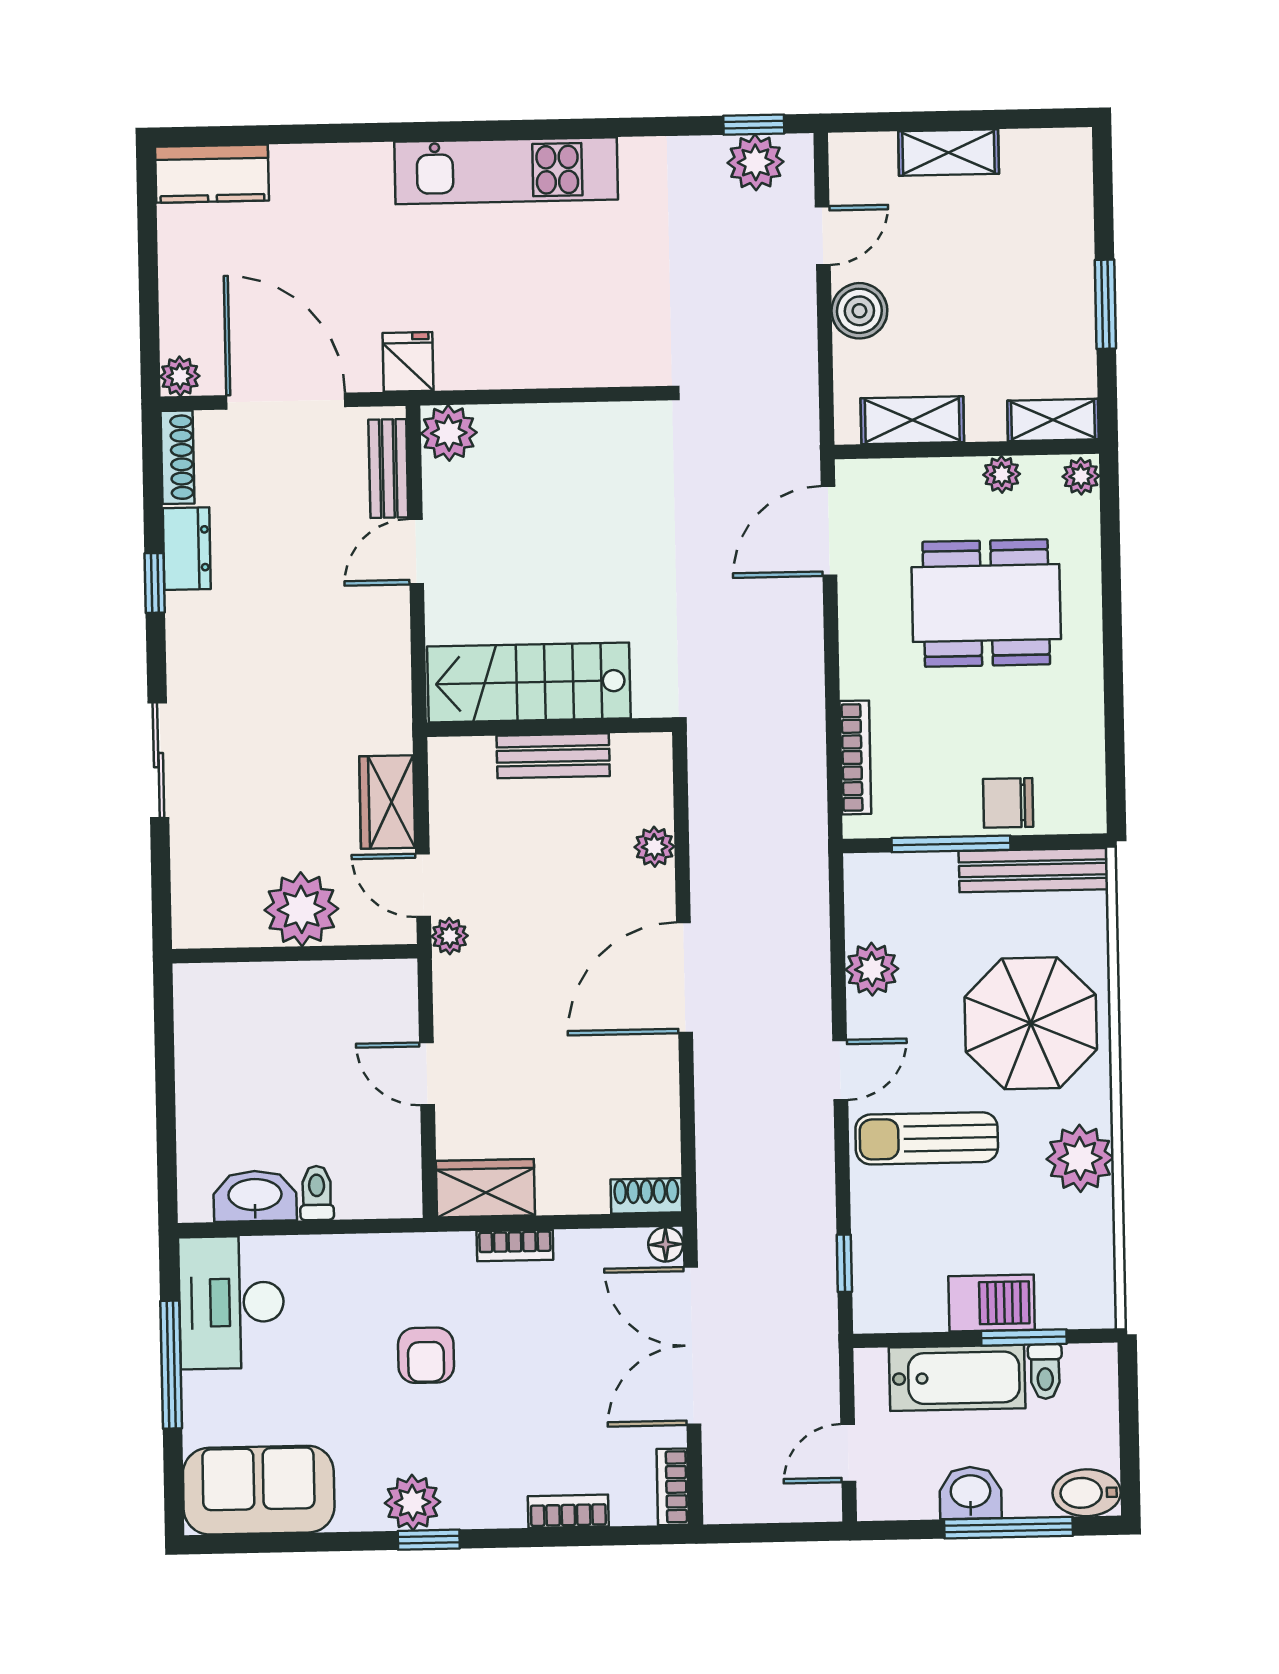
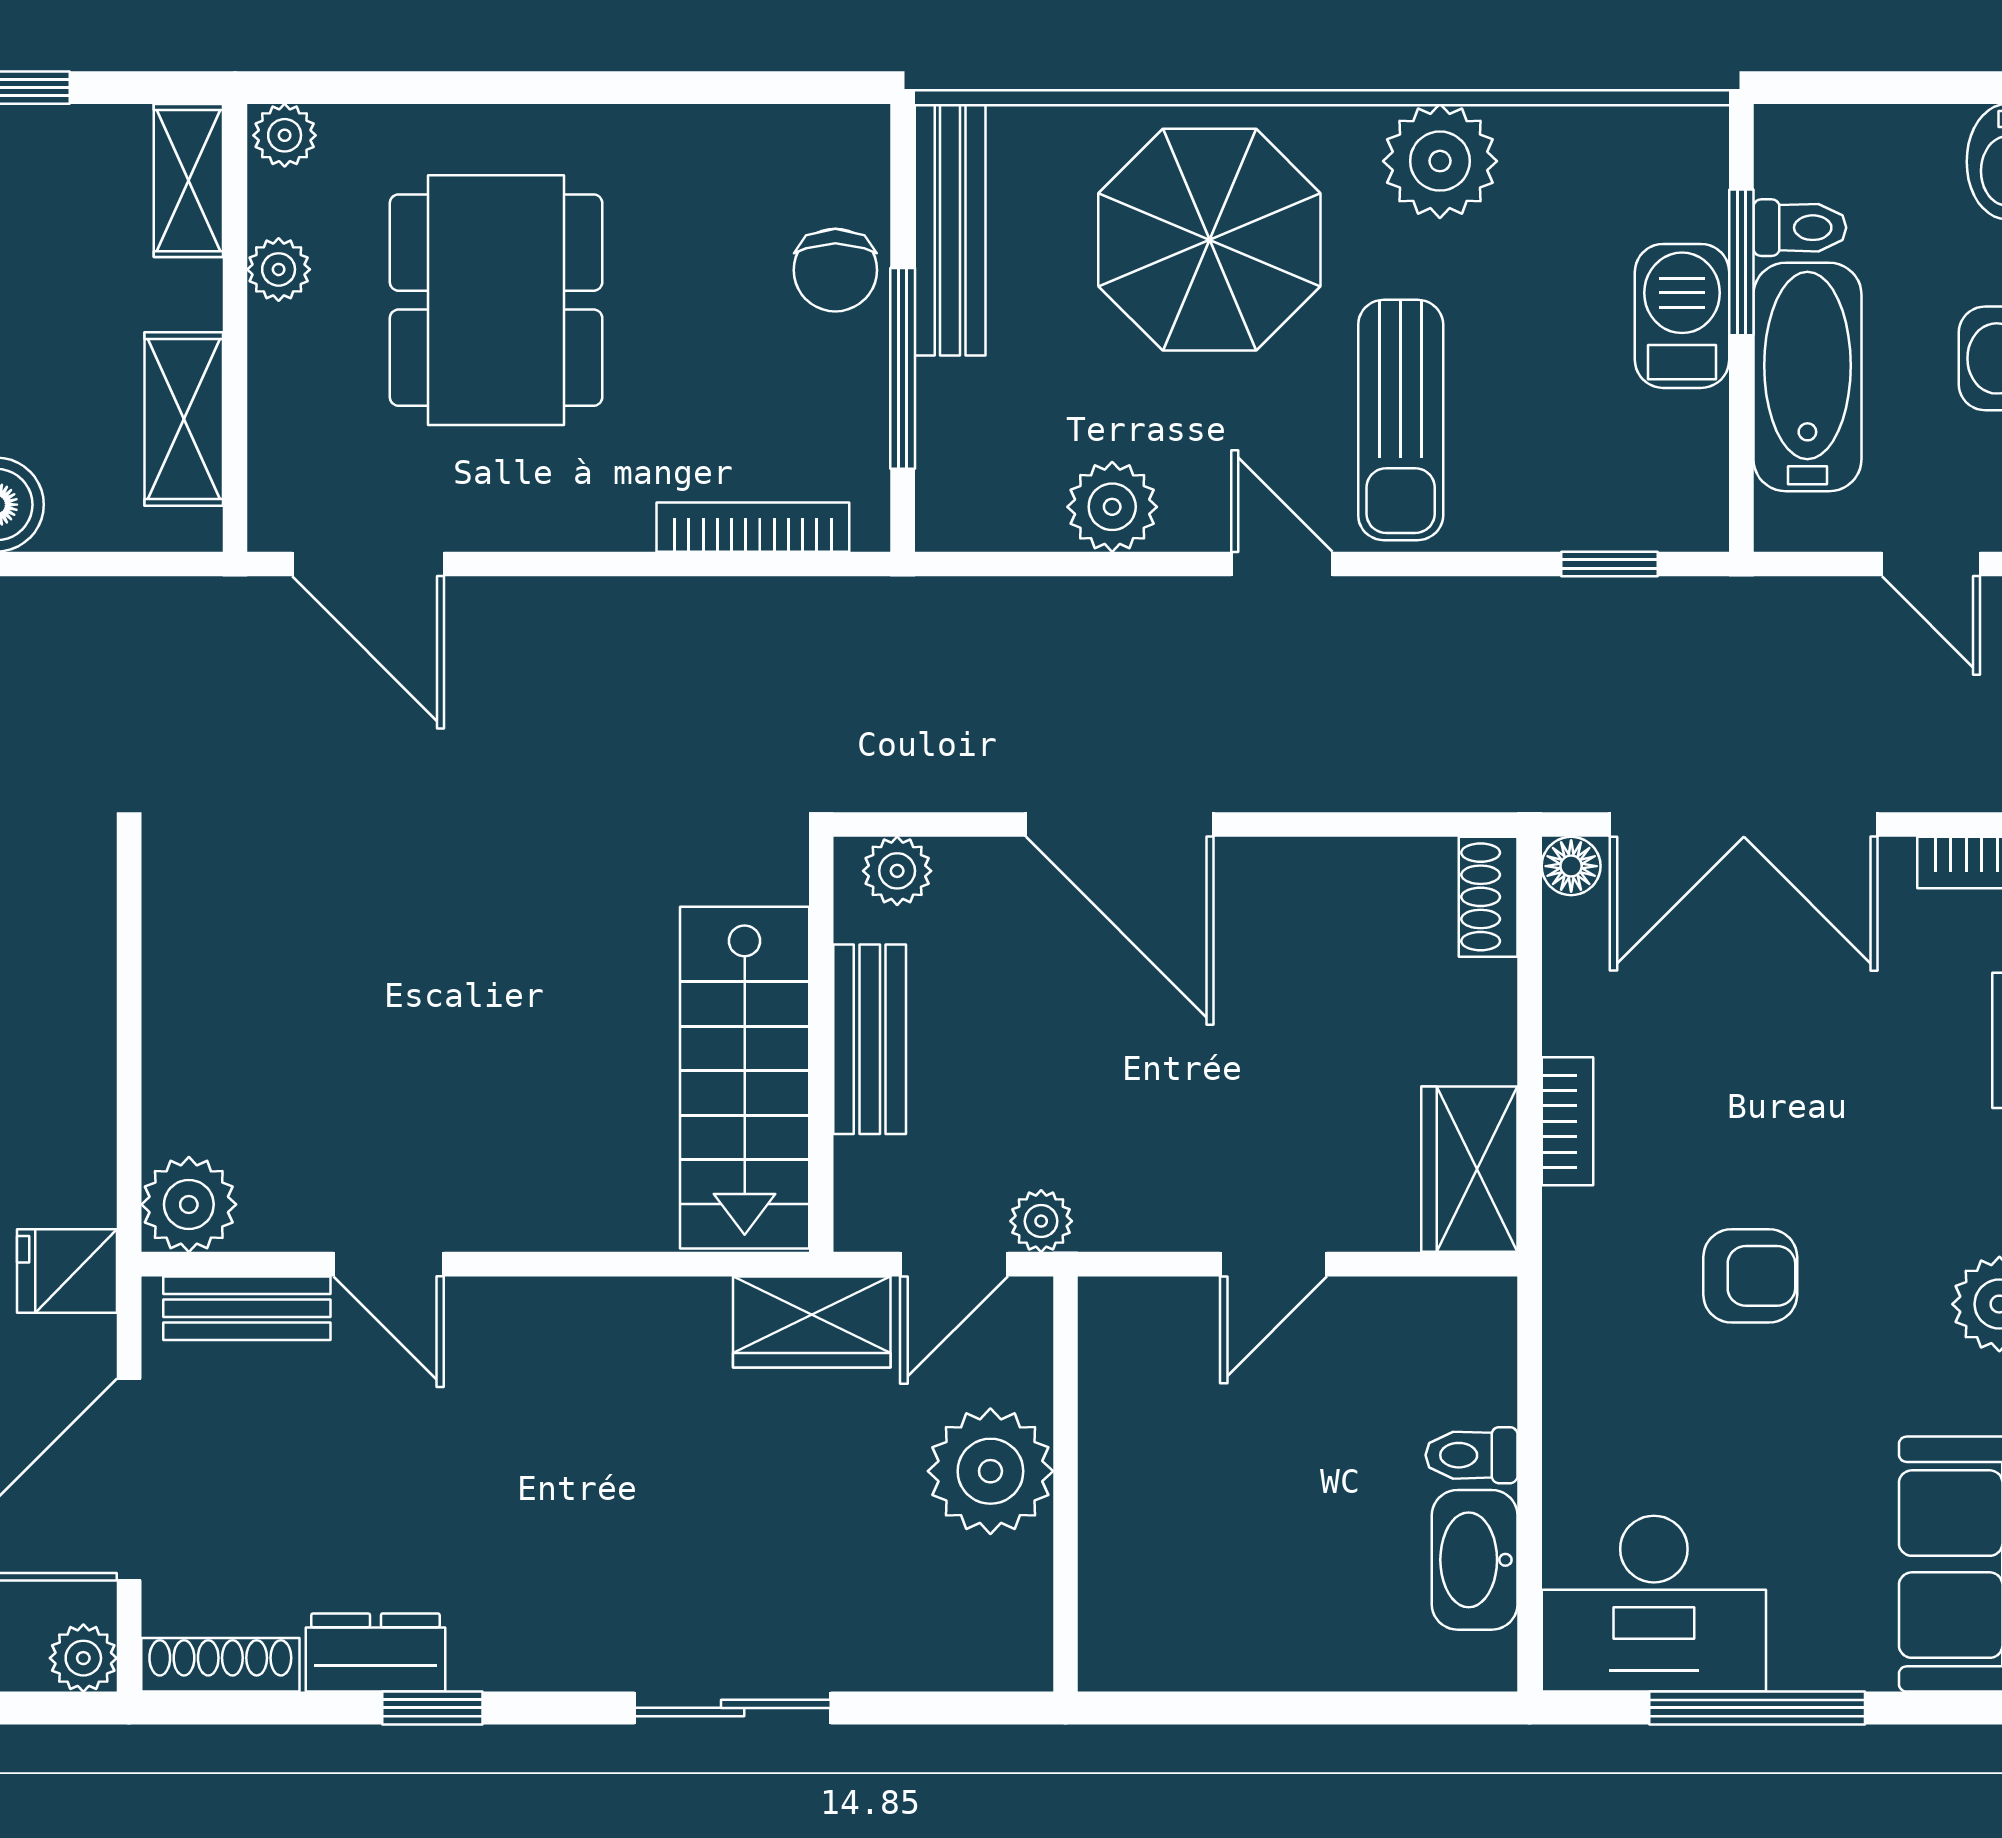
stairs: (529, 682) -> (745, 1078), moved
wall: (549, 727) -> (821, 1044), moved
bench: (553, 756) -> (870, 1039), moved

